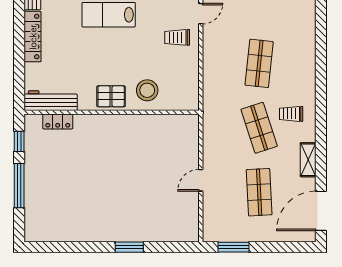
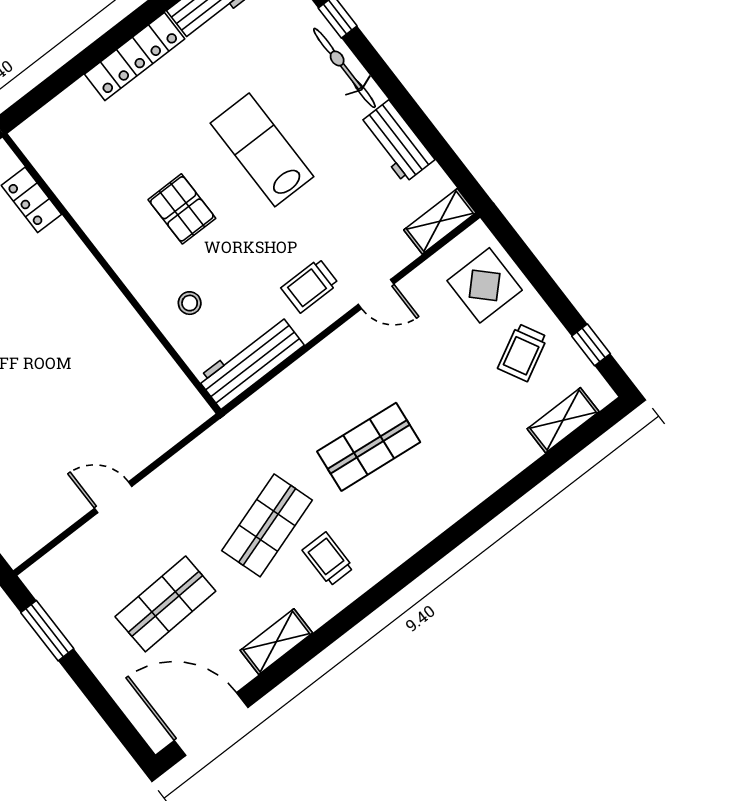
trolley: (177, 37) -> (310, 286), turned -90
stool: (147, 90) -> (190, 303), width x0.53, depth x0.53
pallet: (111, 96) -> (182, 209), moved
workbench: (51, 101) -> (251, 362), moved, turned -90

